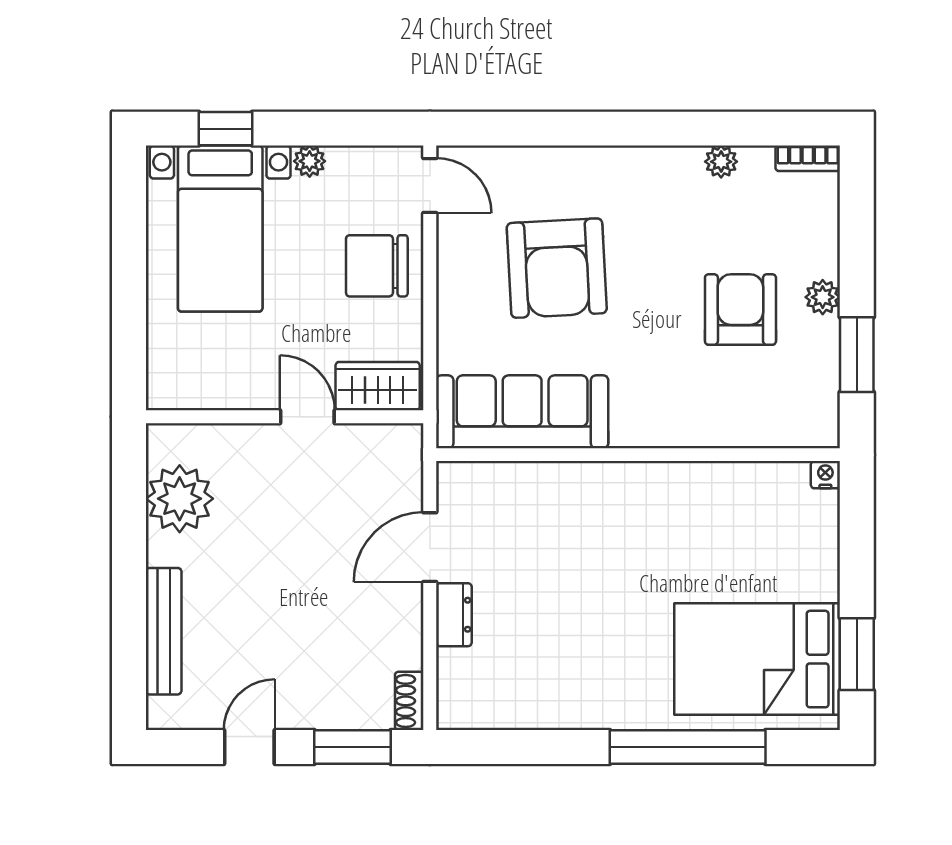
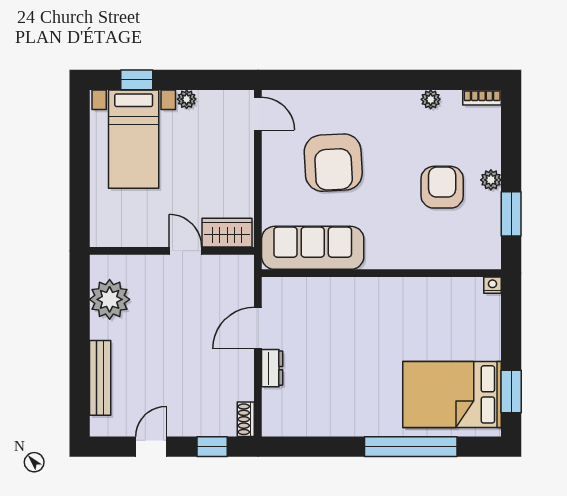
chair: (377, 266) -> (227, 161), removed
window: (353, 747) -> (212, 447), width x0.67

